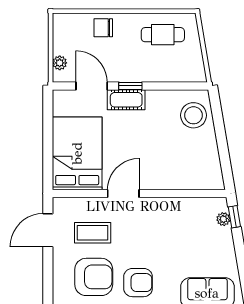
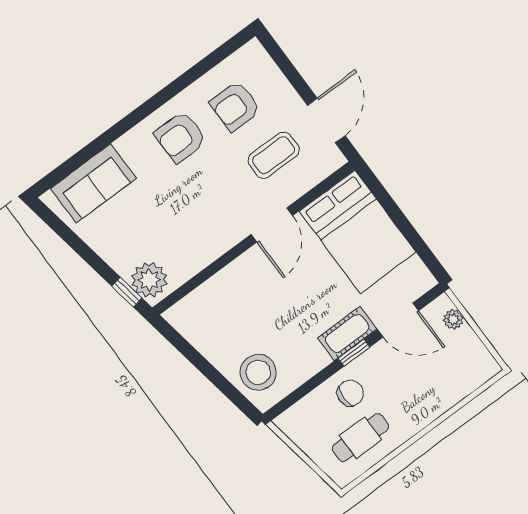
chair: (103, 28) -> (350, 393), moved
plant: (223, 219) -> (149, 280), width x1.88, depth x1.88
armchair: (94, 277) -> (235, 106), width x0.73, depth x0.73

